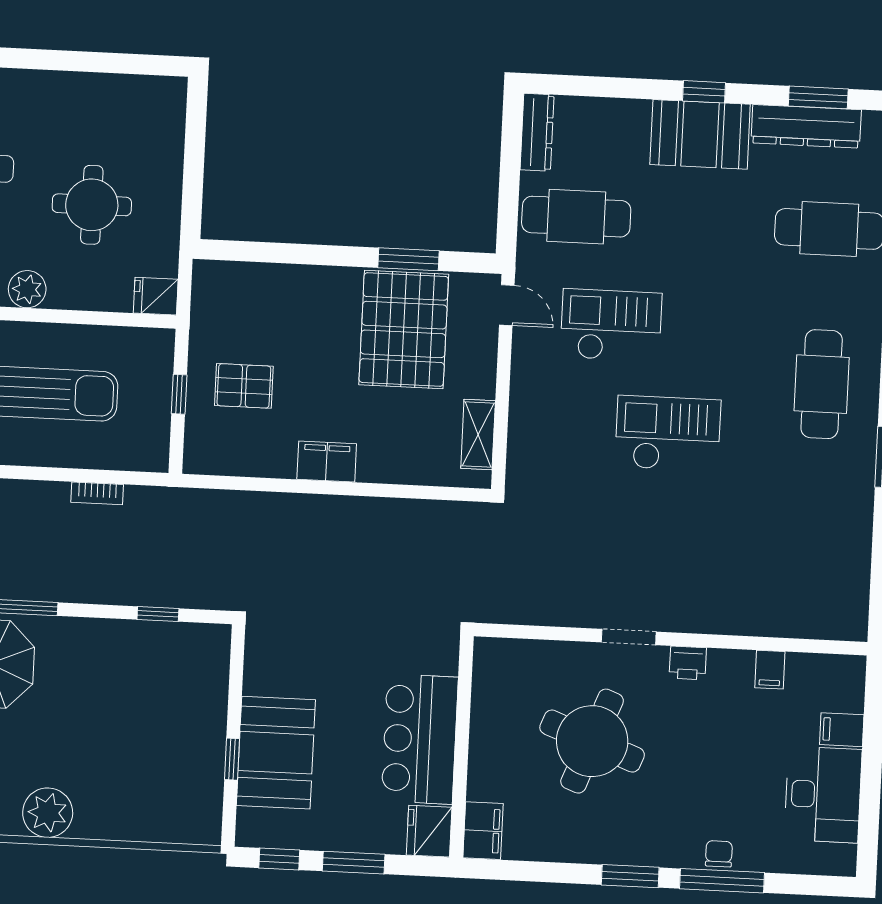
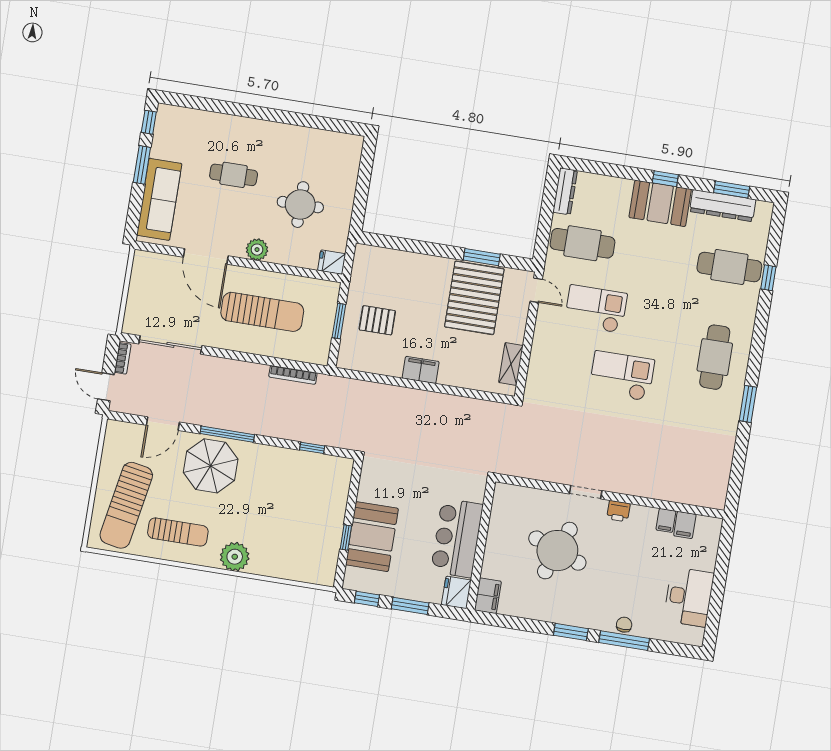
window: (179, 394) -> (339, 321), width x1.50
bookcase: (97, 493) -> (293, 375), width x1.56
filing cabinet: (842, 730) -> (685, 525), moved, turned -90

